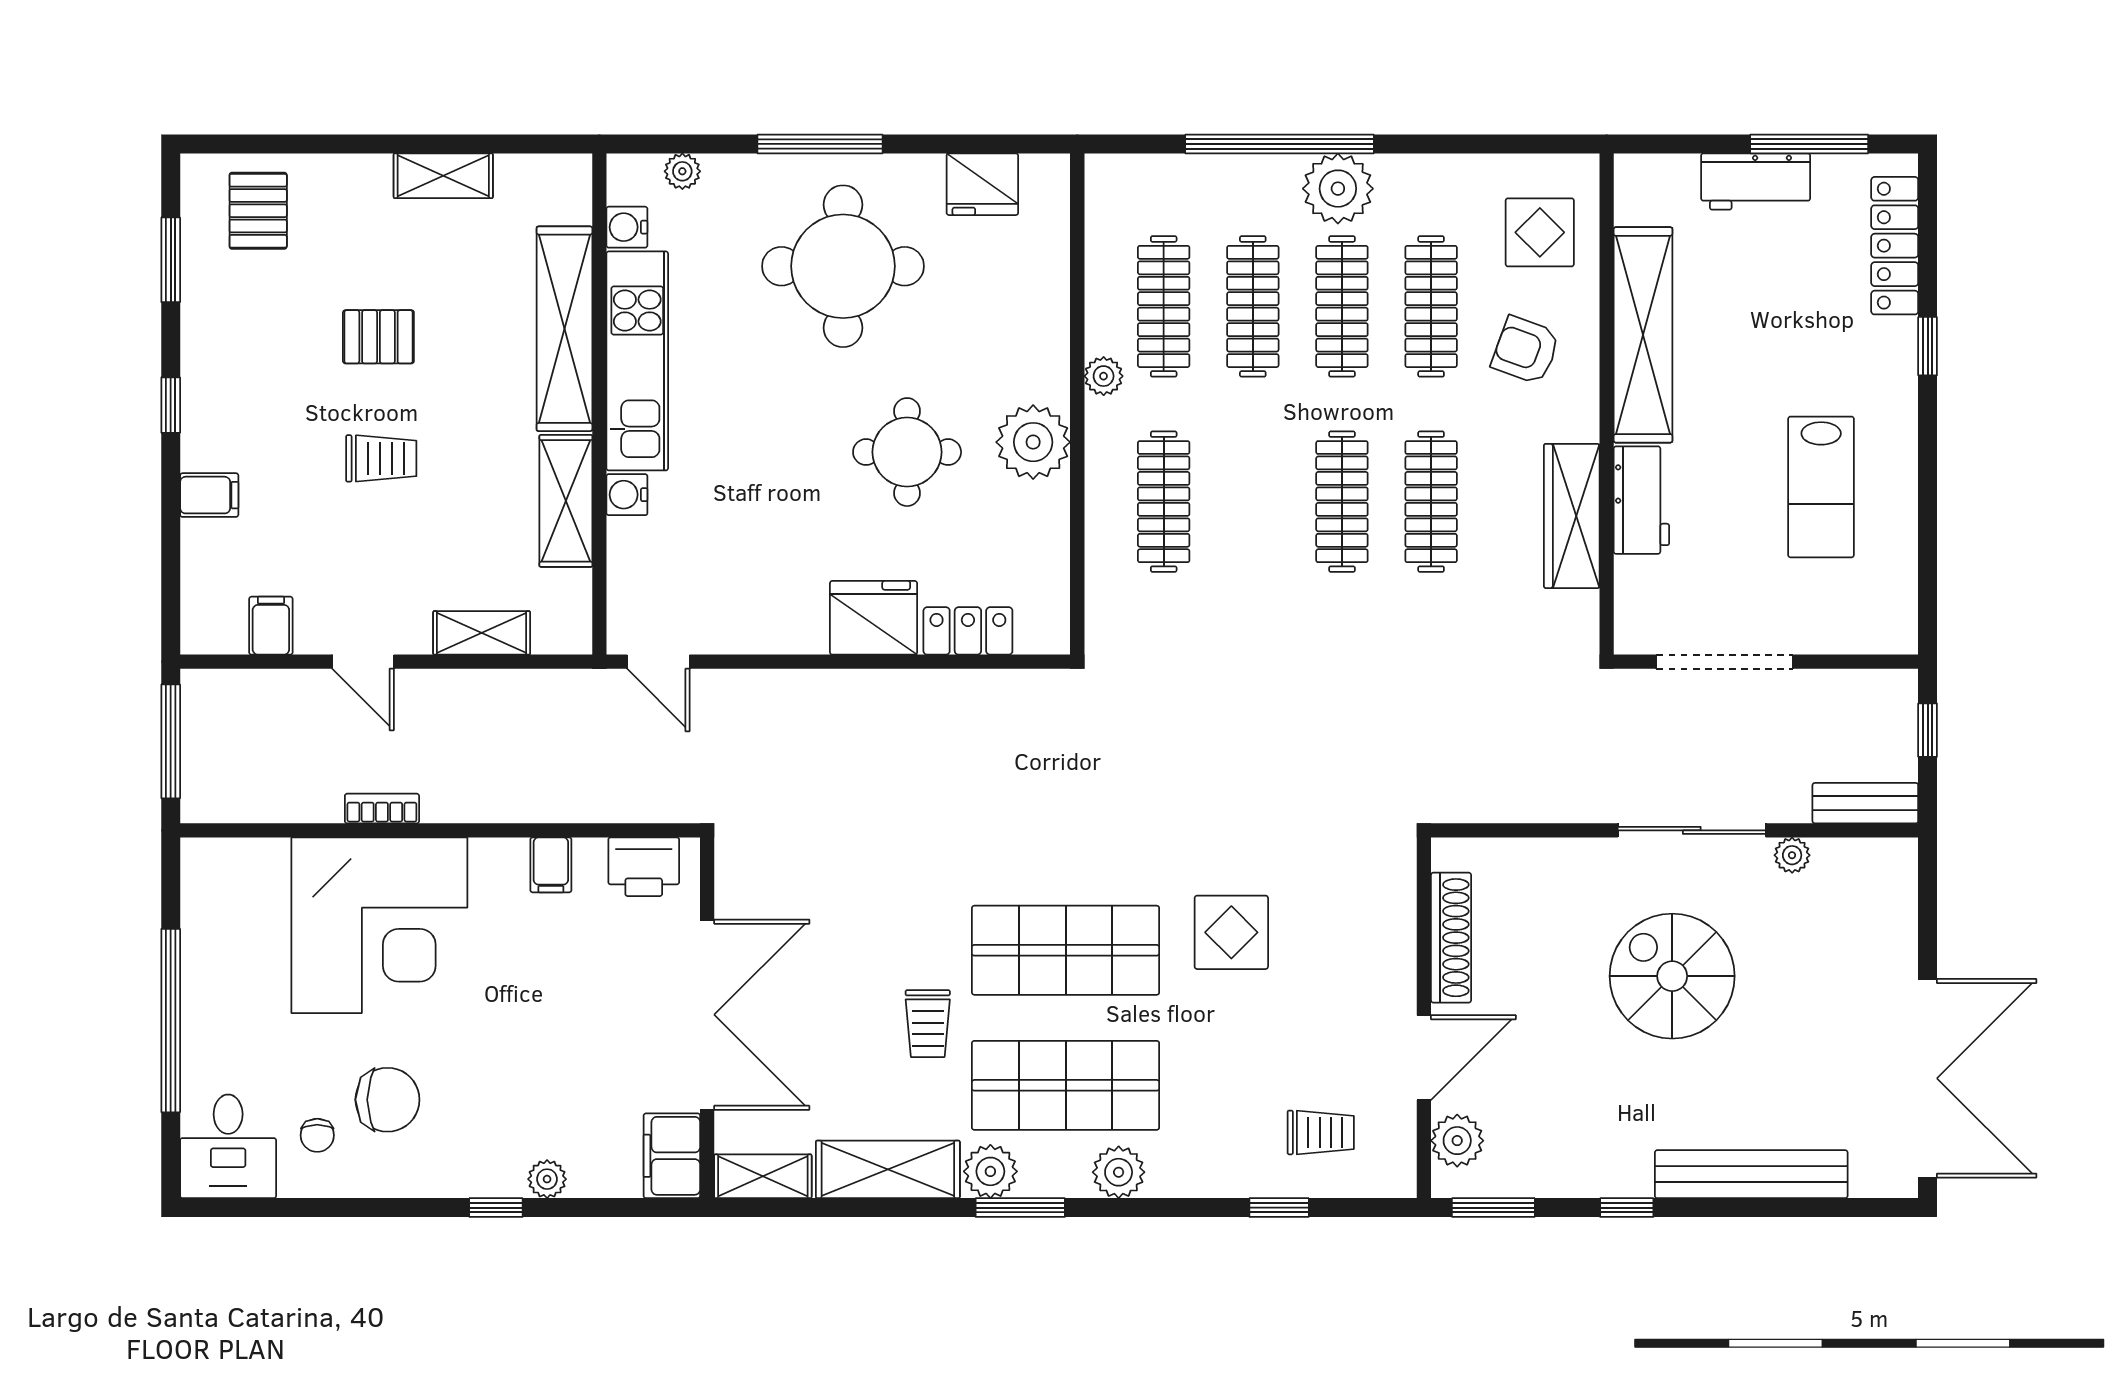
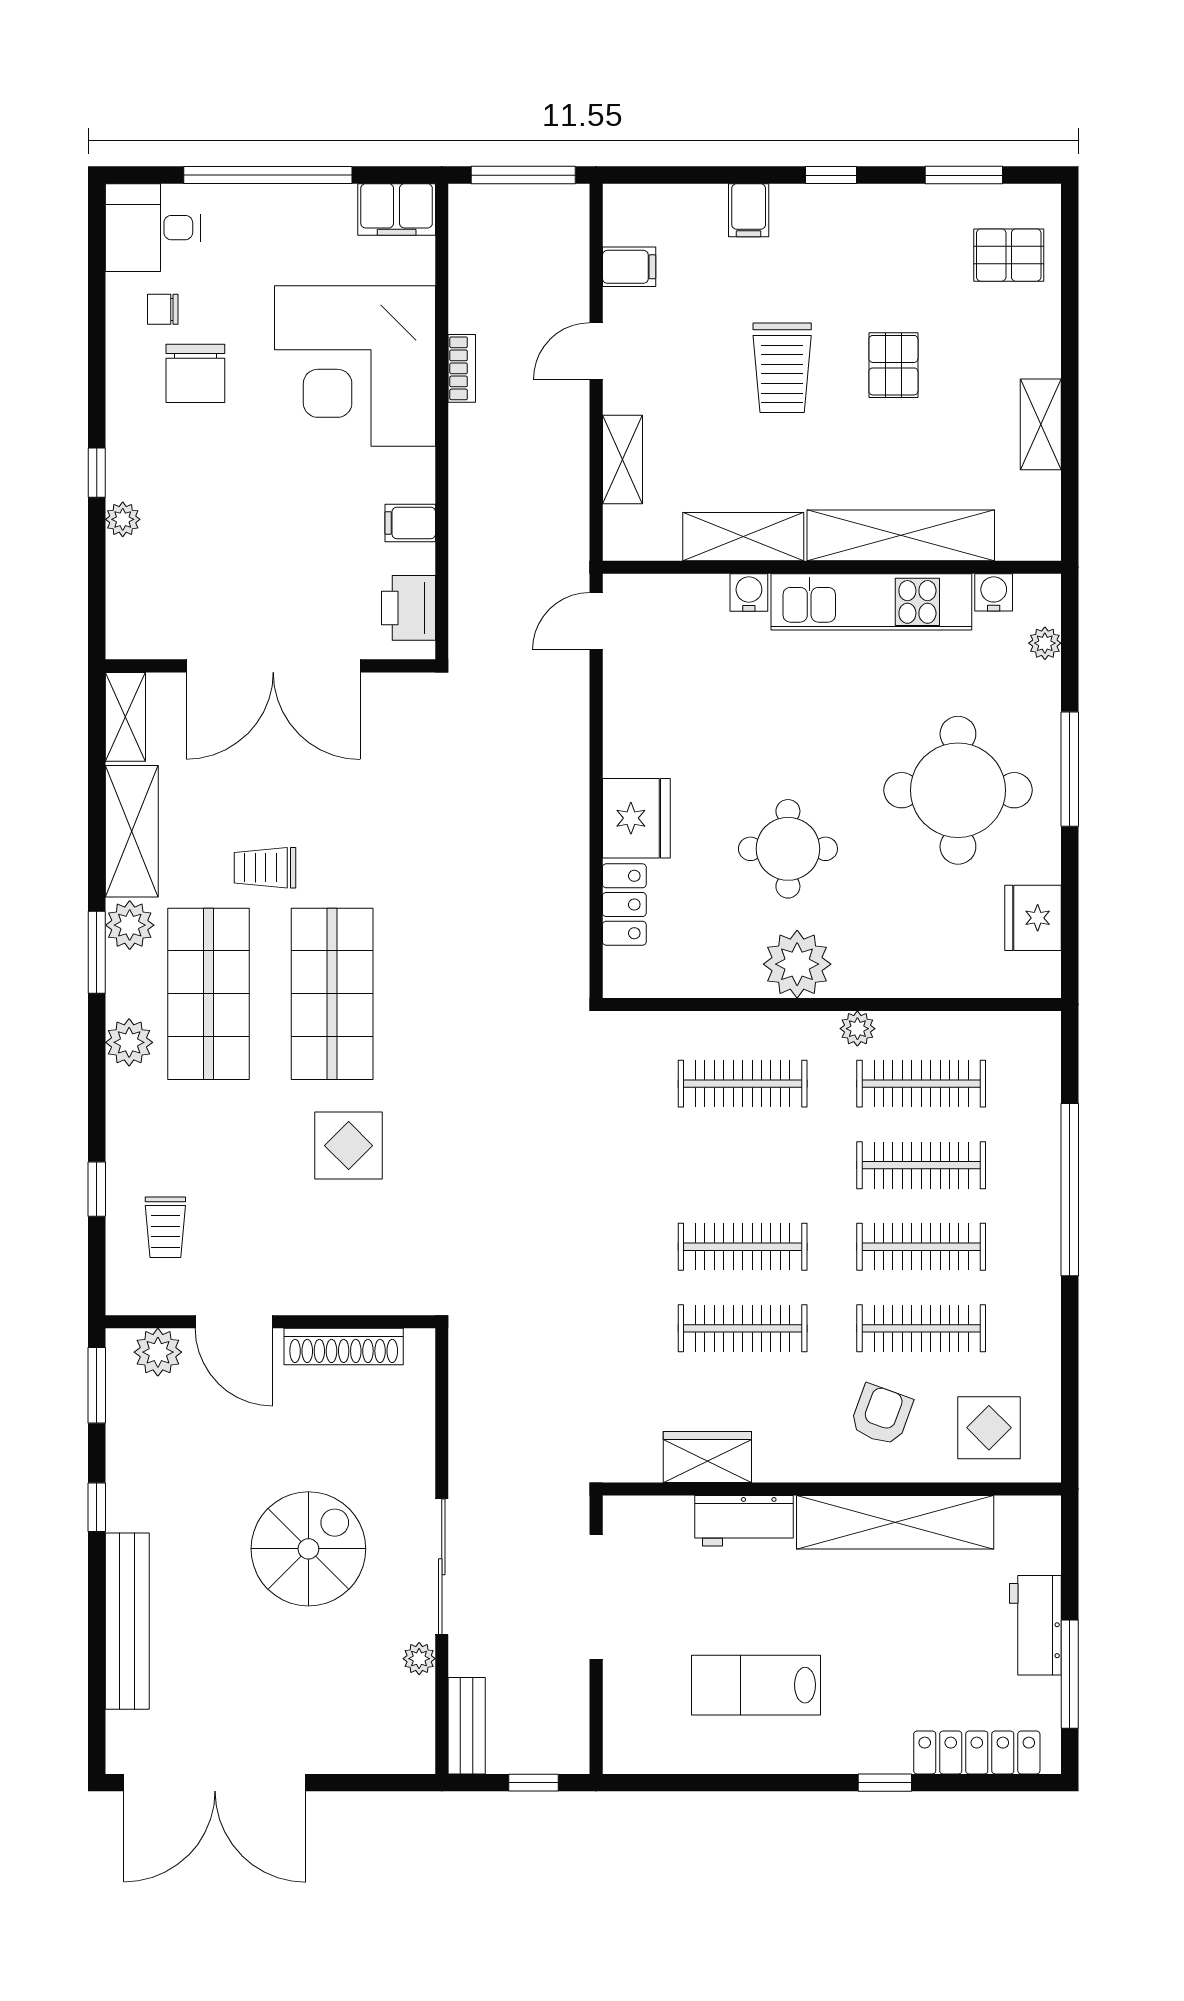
plant: (1338, 189) -> (1029, 1243), removed
trolley: (381, 458) -> (782, 368), width x1.36, depth x1.39
wardrobe: (1572, 516) -> (707, 1457), width x0.67
filing cabinet: (672, 1156) -> (397, 209), moved, turned 180

